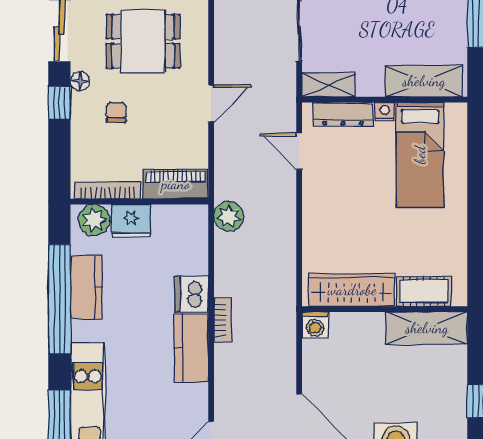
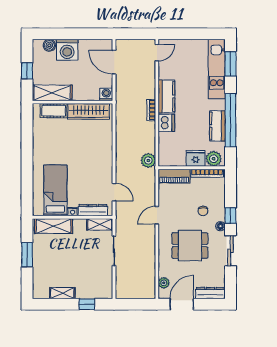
wardrobe: (352, 290) -> (89, 111), moved
cot: (424, 291) -> (54, 111), moved
wall: (385, 309) -> (73, 102), moved
washing machine: (315, 325) -> (106, 94), moved
shelving: (427, 328) -> (52, 93), moved

